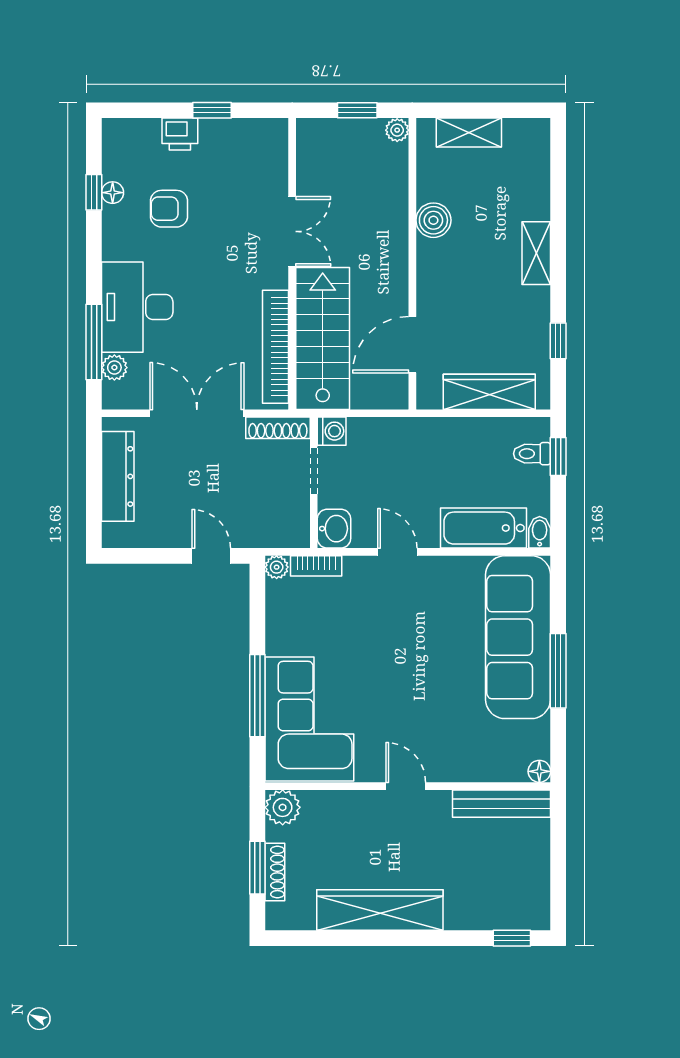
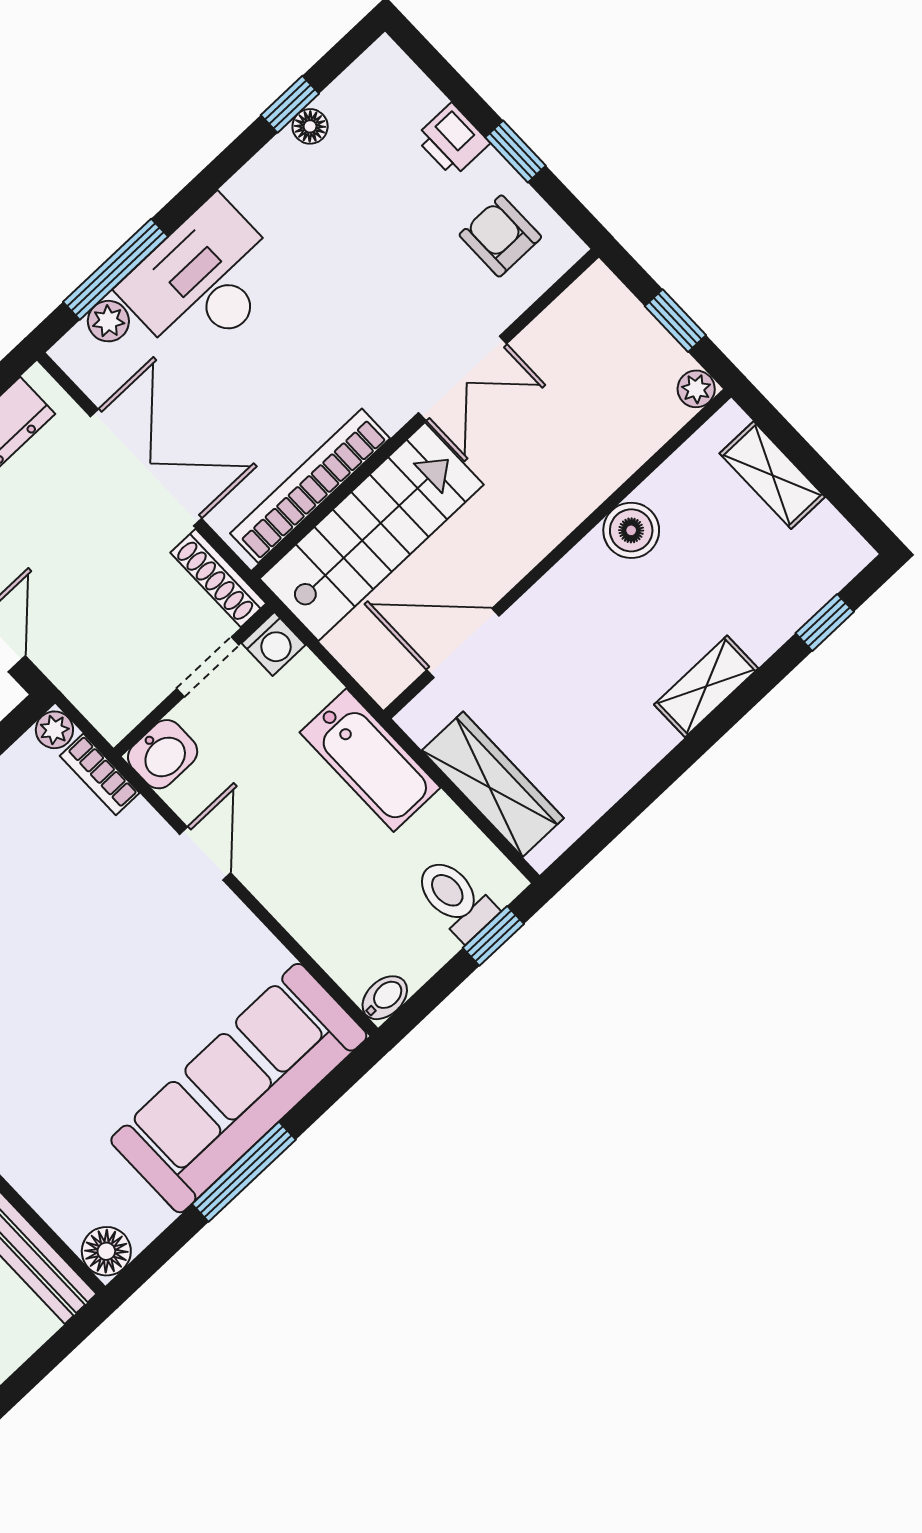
armchair: (169, 209) -> (500, 236), moved
window: (558, 341) -> (825, 622), moved
toilet: (532, 454) -> (455, 899), width x1.37, depth x1.39
bathtub: (483, 528) -> (370, 760), moved, turned 180
floor lamp: (539, 771) -> (106, 1251), width x1.37, depth x1.37

